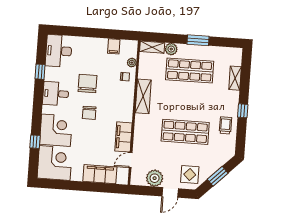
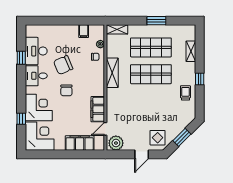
plant: (171, 49) -> (134, 30), removed
desk: (59, 51) -> (36, 51), moved
chair: (87, 84) -> (63, 65), turned -113
shop shelf: (185, 132) -> (151, 74), moved
plant: (155, 178) -> (116, 143), moved

